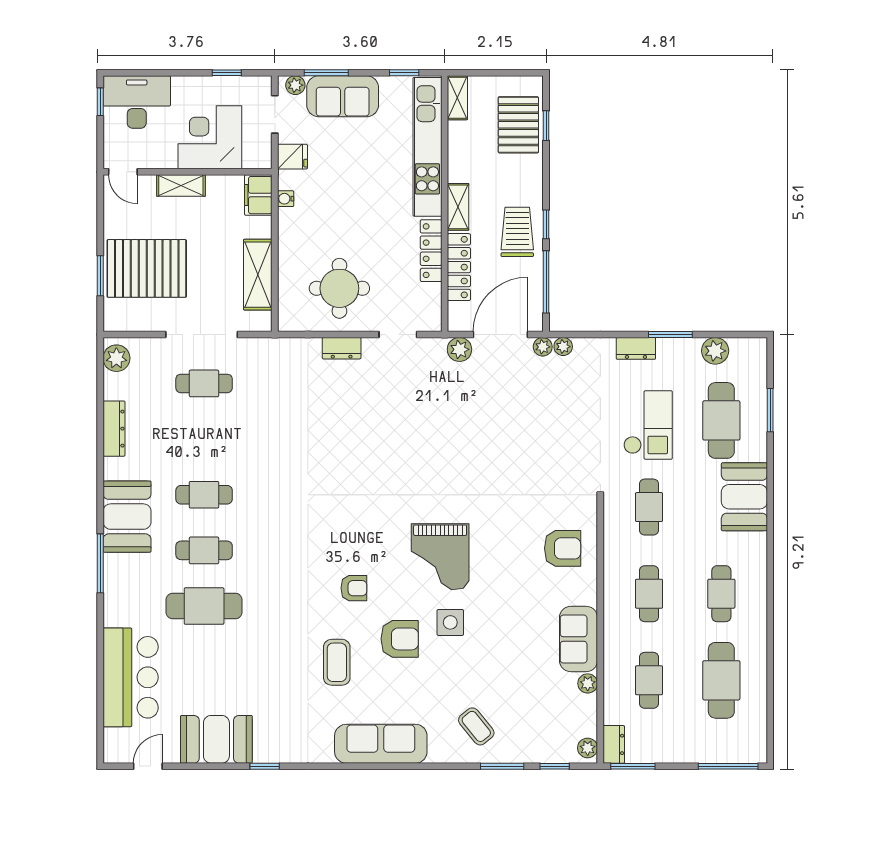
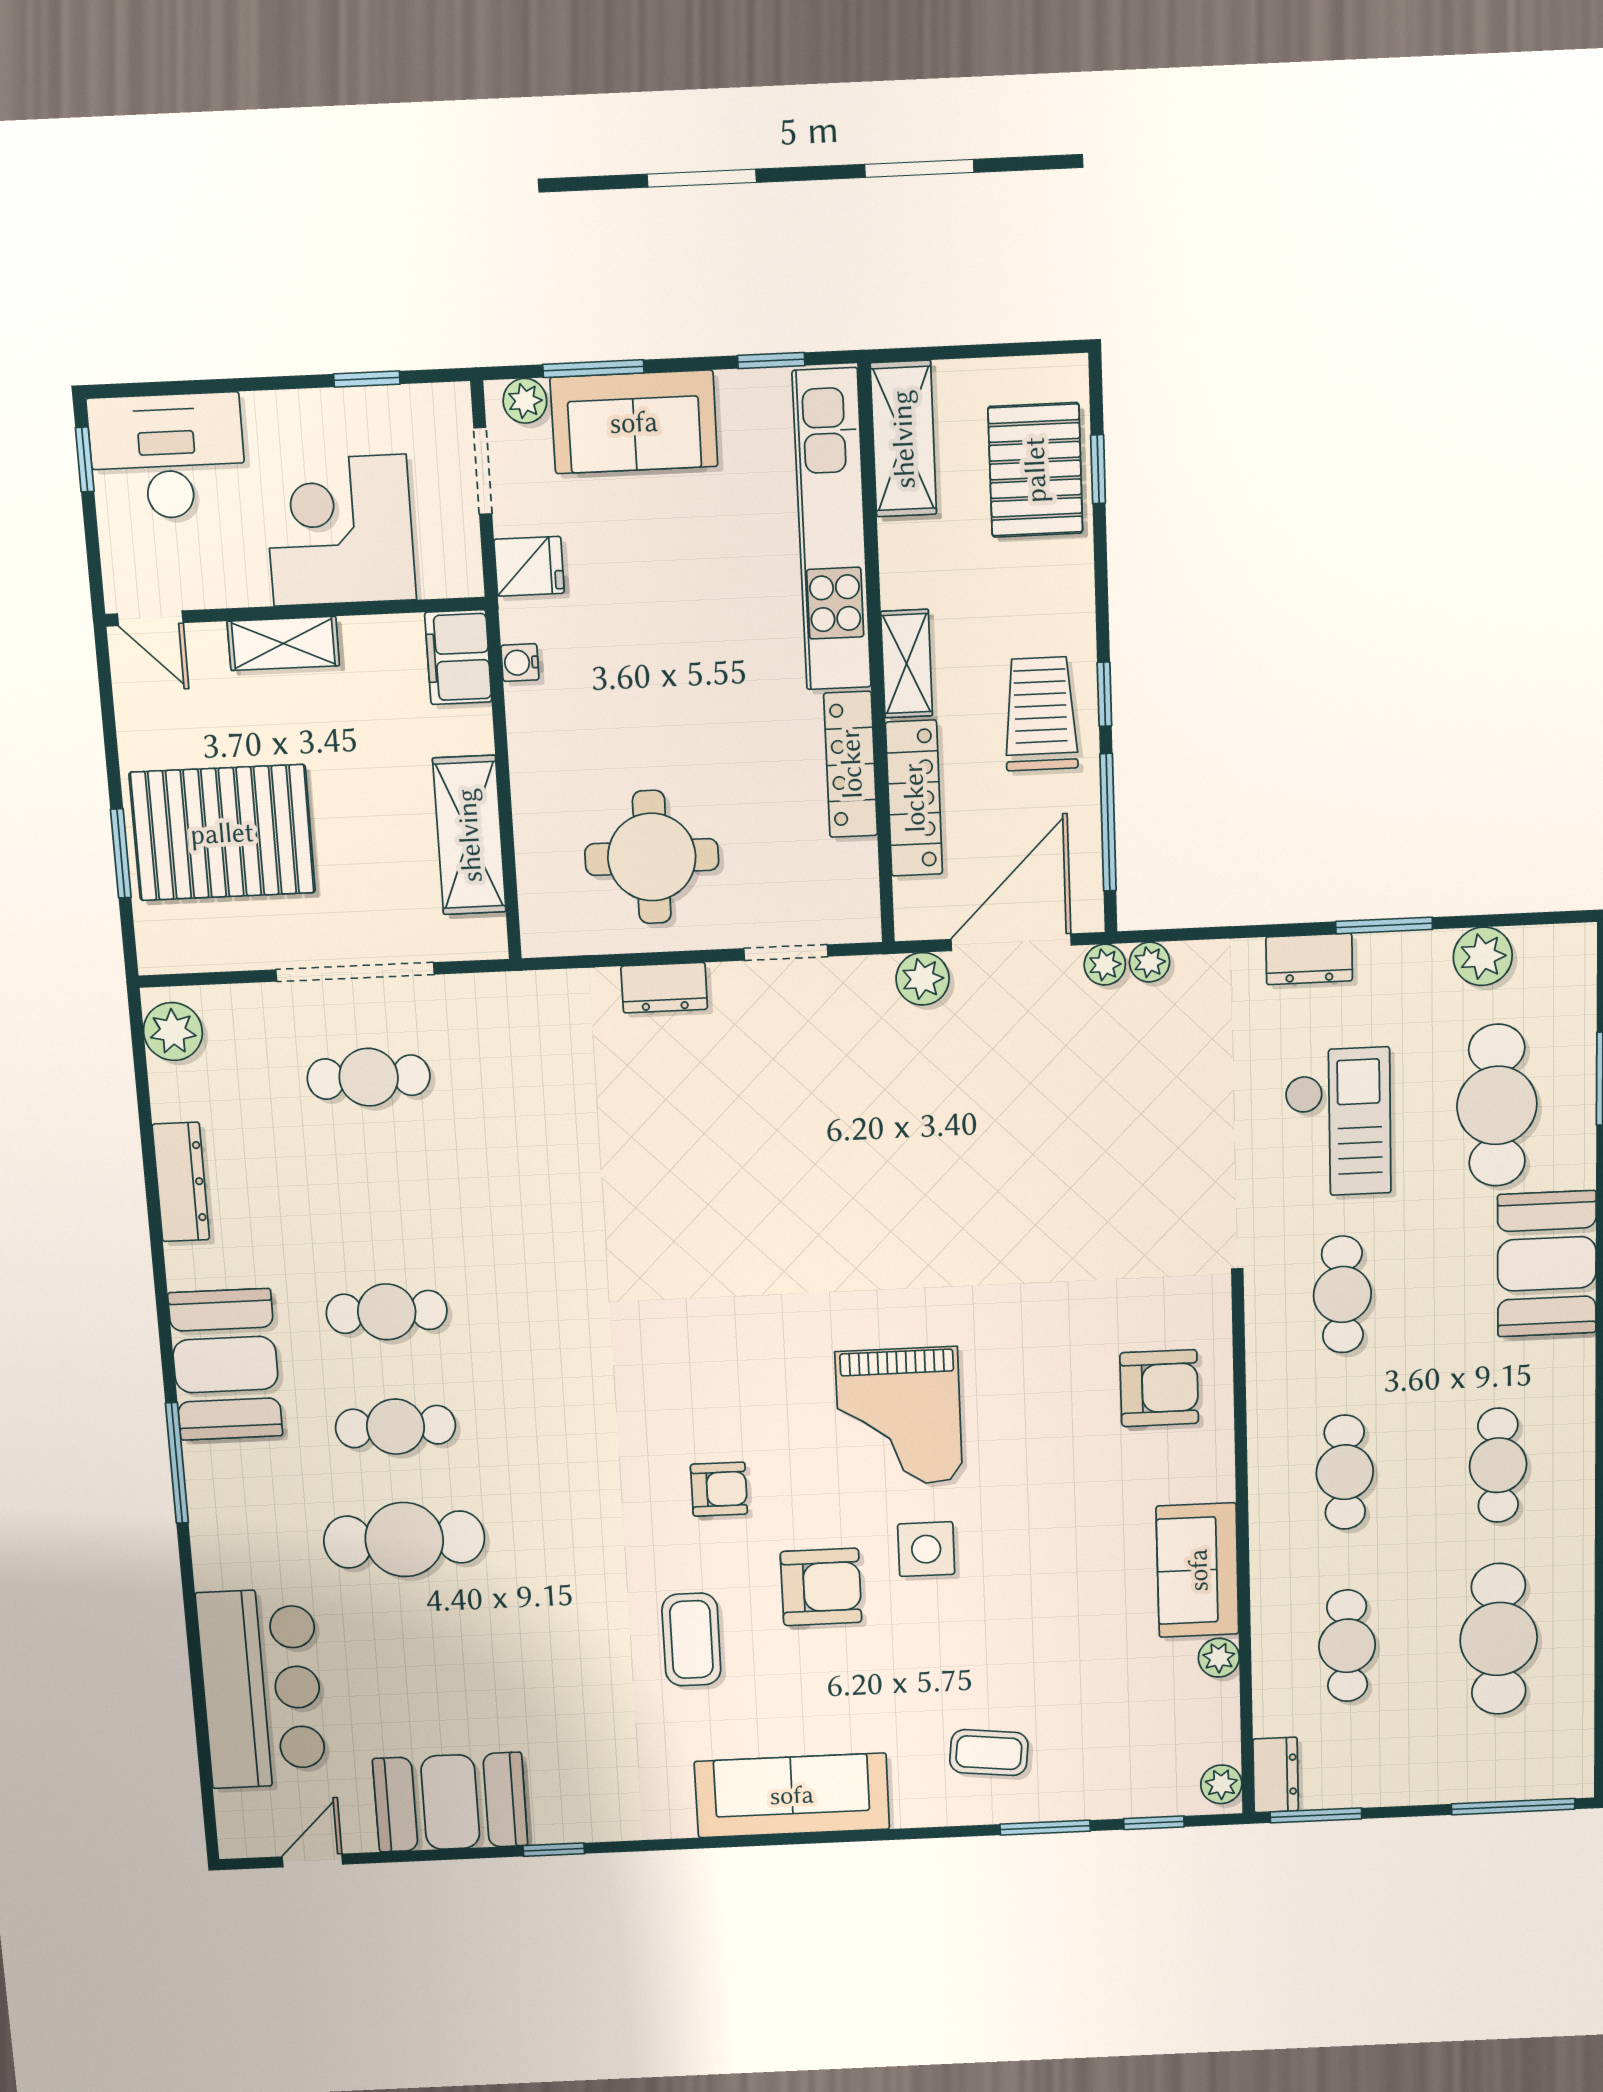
shelving: (457, 98) -> (903, 439), width x1.50, depth x1.33
coffee table: (476, 726) -> (989, 1753), turned -45

